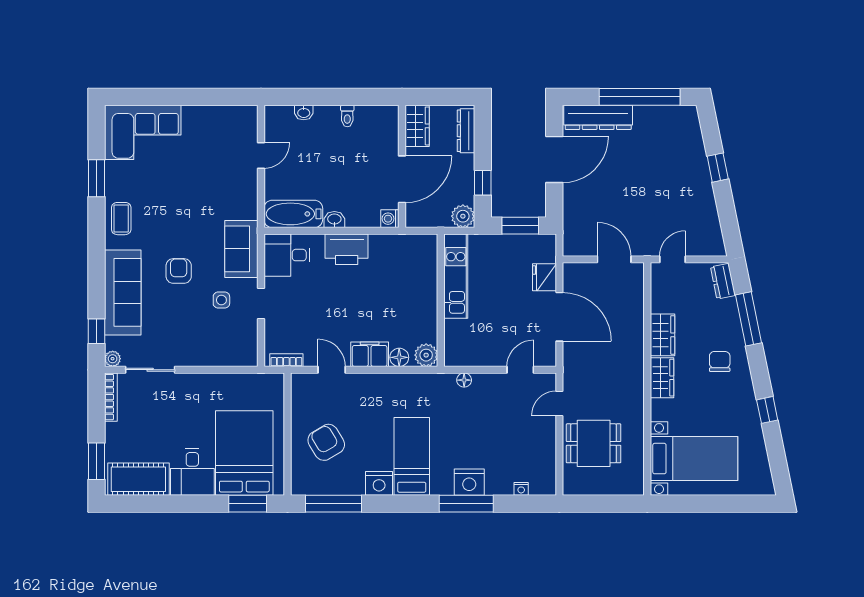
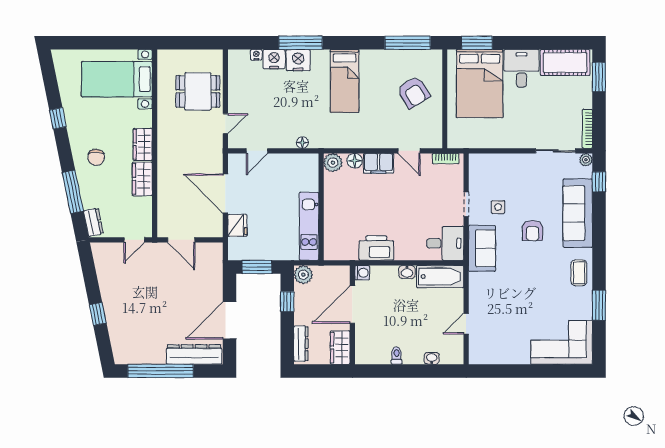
printer: (347, 249) -> (376, 248), moved
nightstand: (379, 483) -> (274, 59), moved

